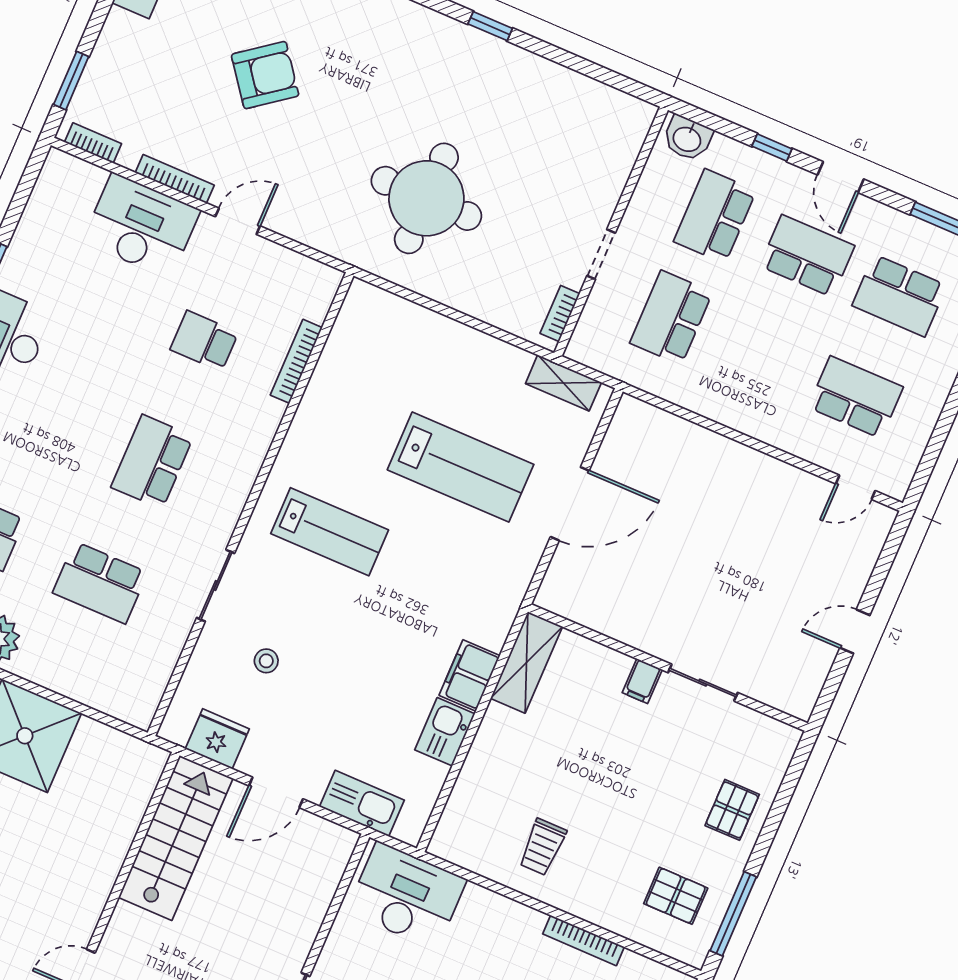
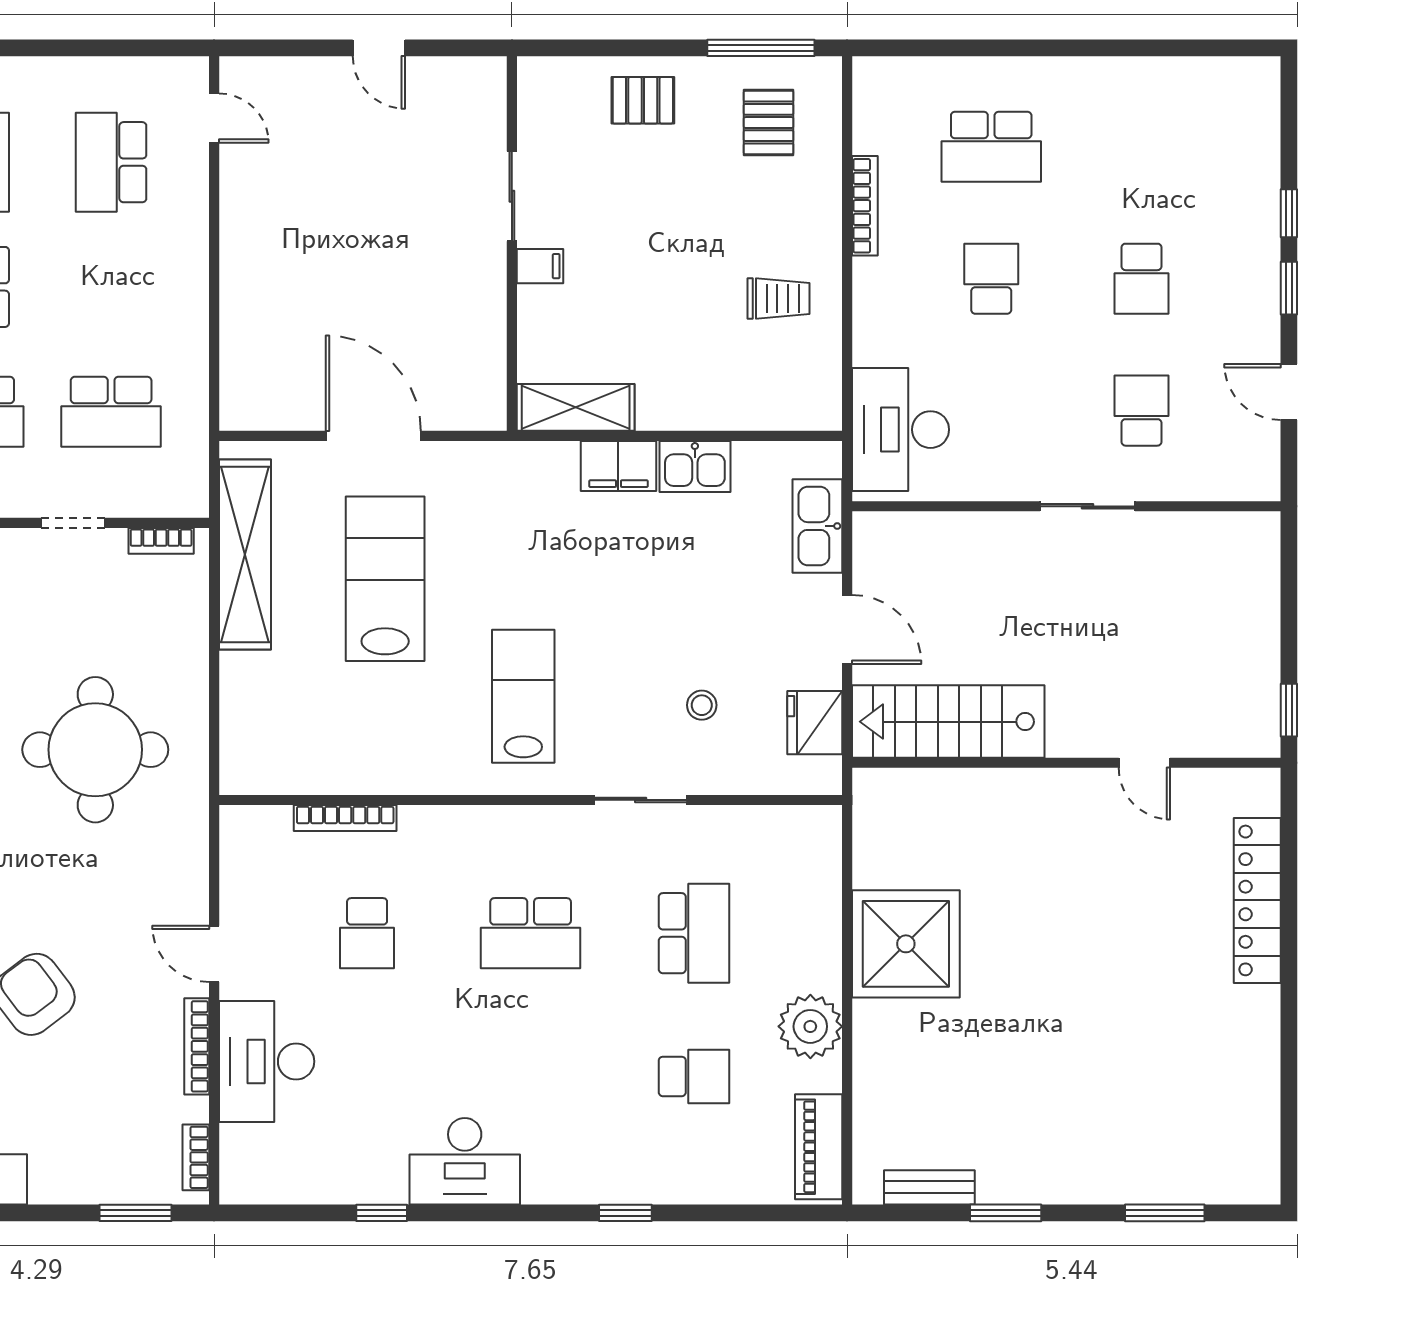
shelving: (563, 383) -> (245, 555), width x2.20, depth x1.33

